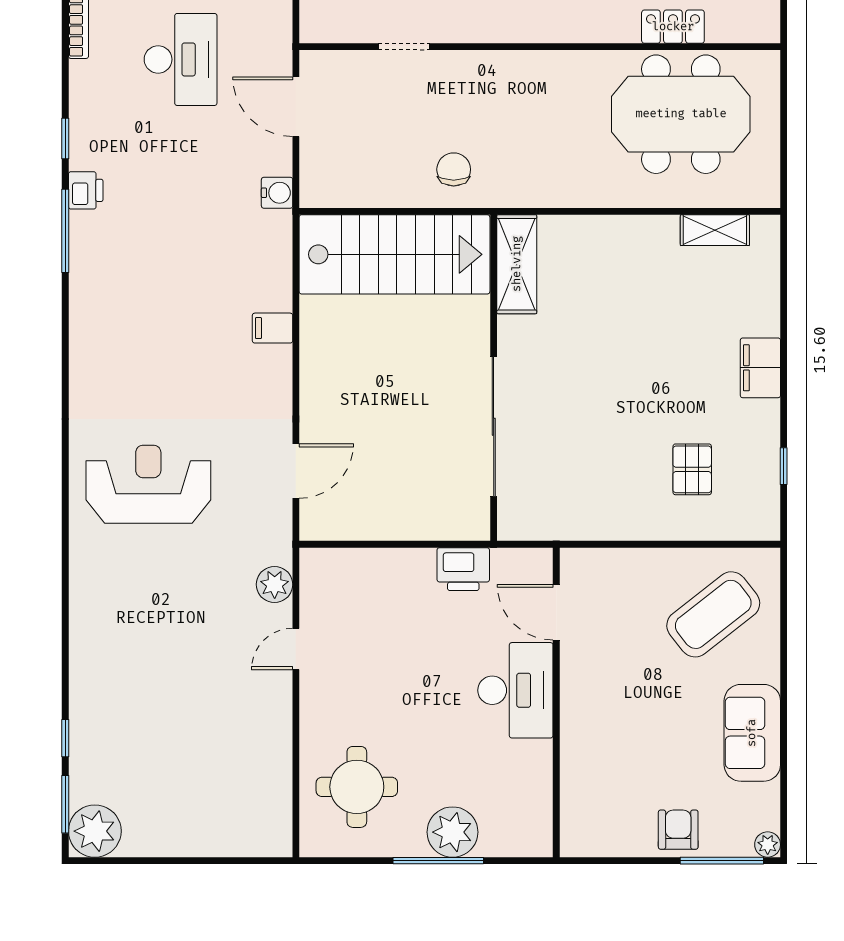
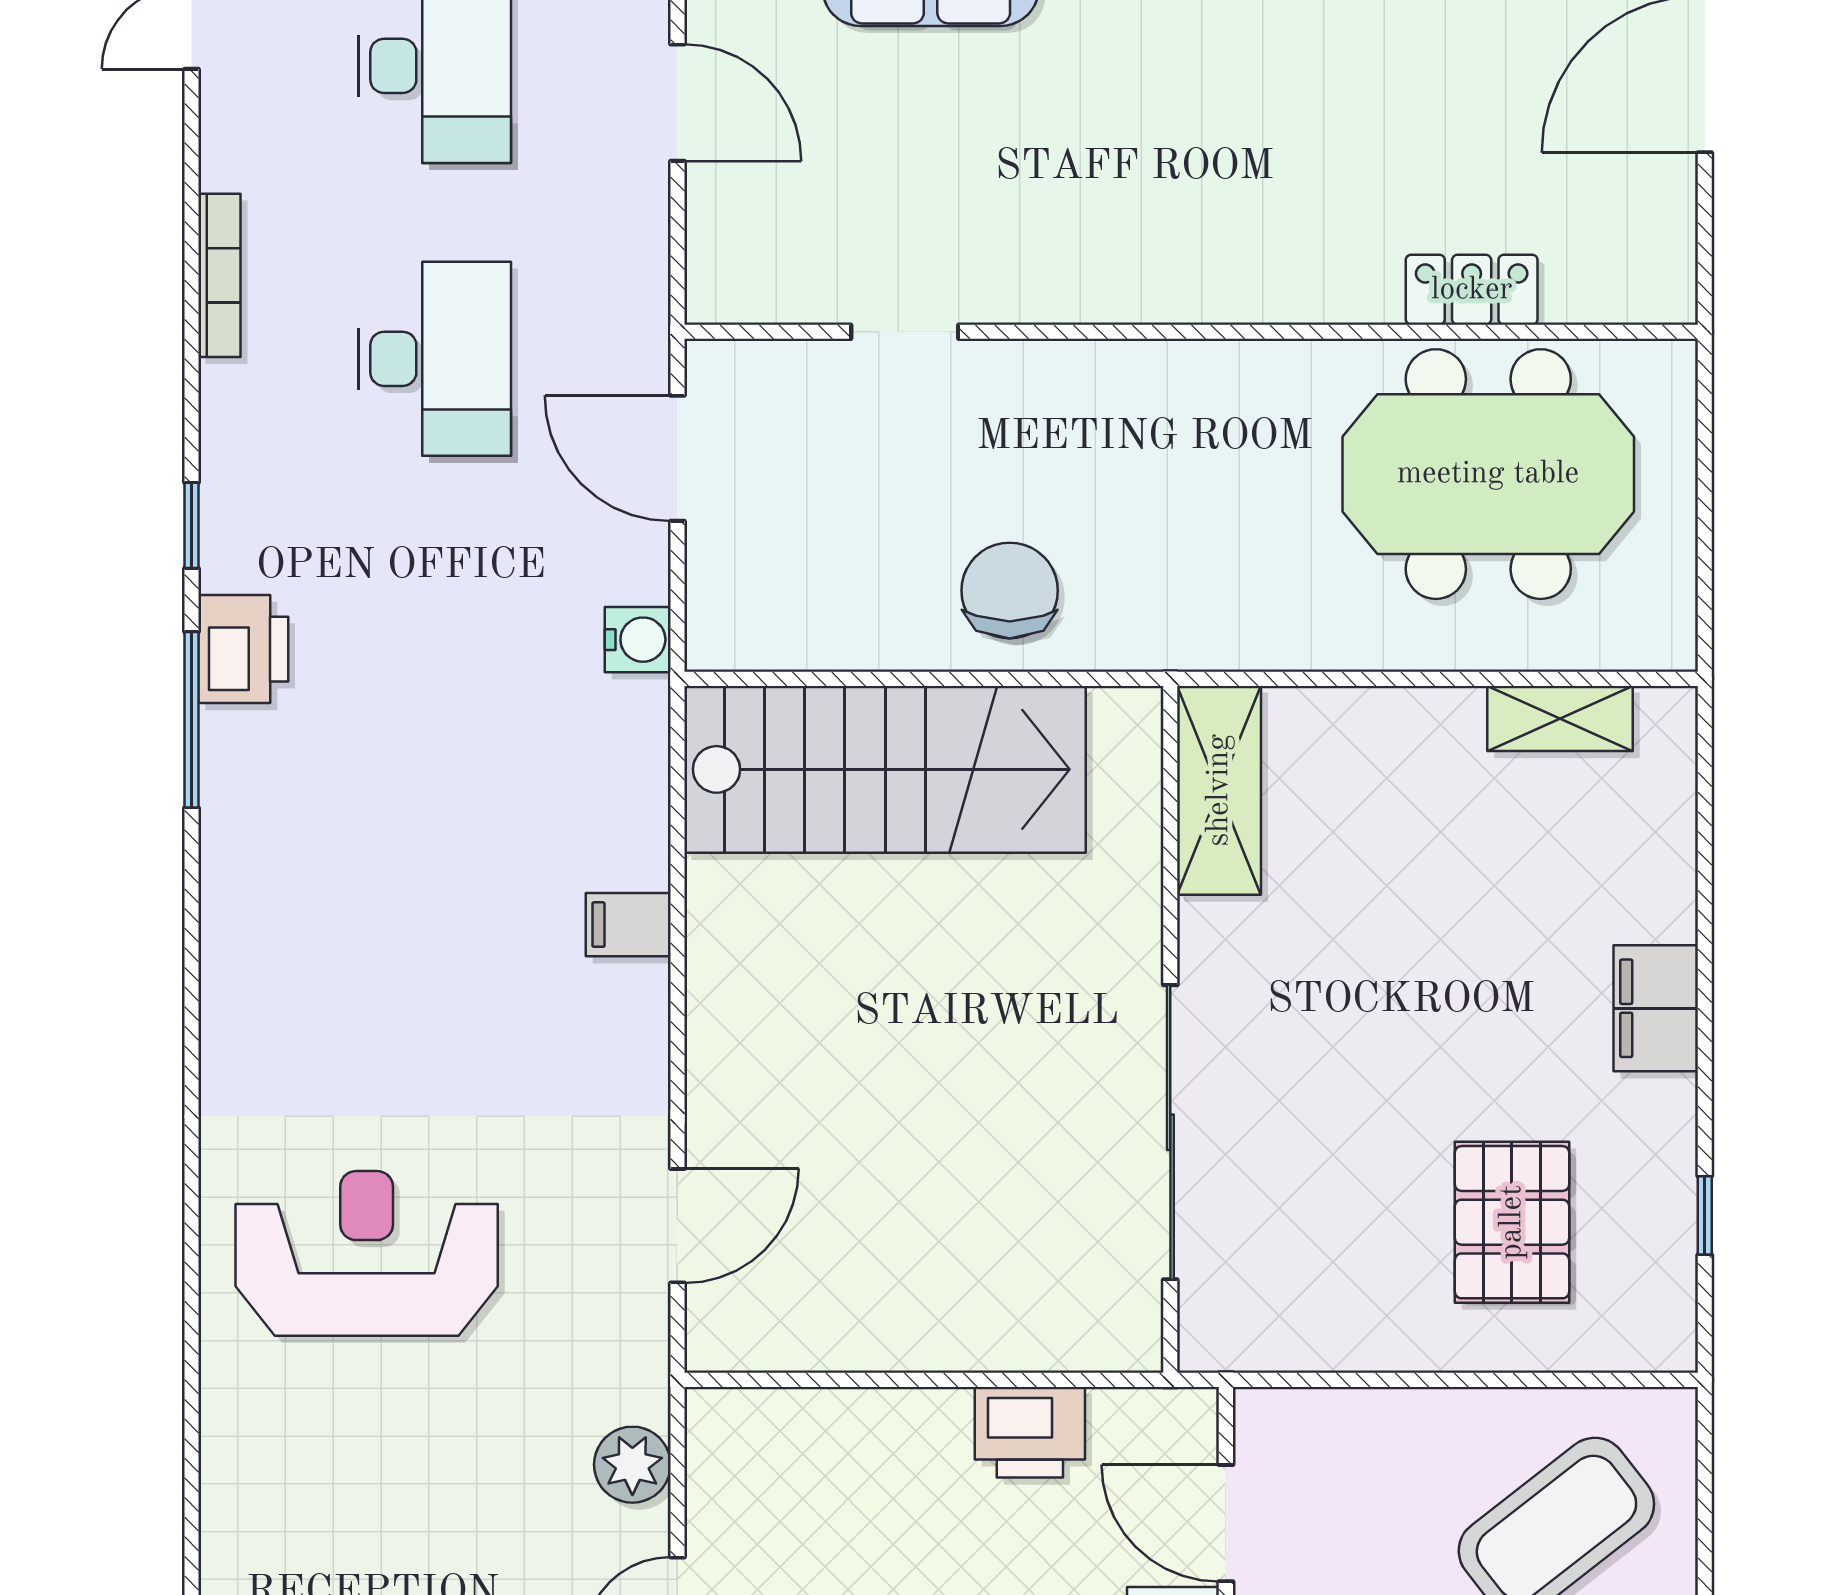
chair: (454, 169) -> (1010, 591), width x1.37, depth x1.37
printer: (86, 190) -> (243, 649), width x1.36, depth x1.24
shelving: (517, 264) -> (1219, 790), moved
wall: (494, 378) -> (1170, 1029), moved
sliding door: (494, 427) -> (1170, 1132), moved
pallet: (692, 469) -> (1512, 1222), width x1.50, depth x1.42

